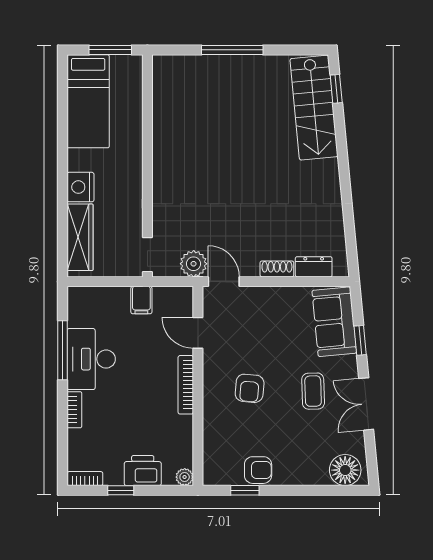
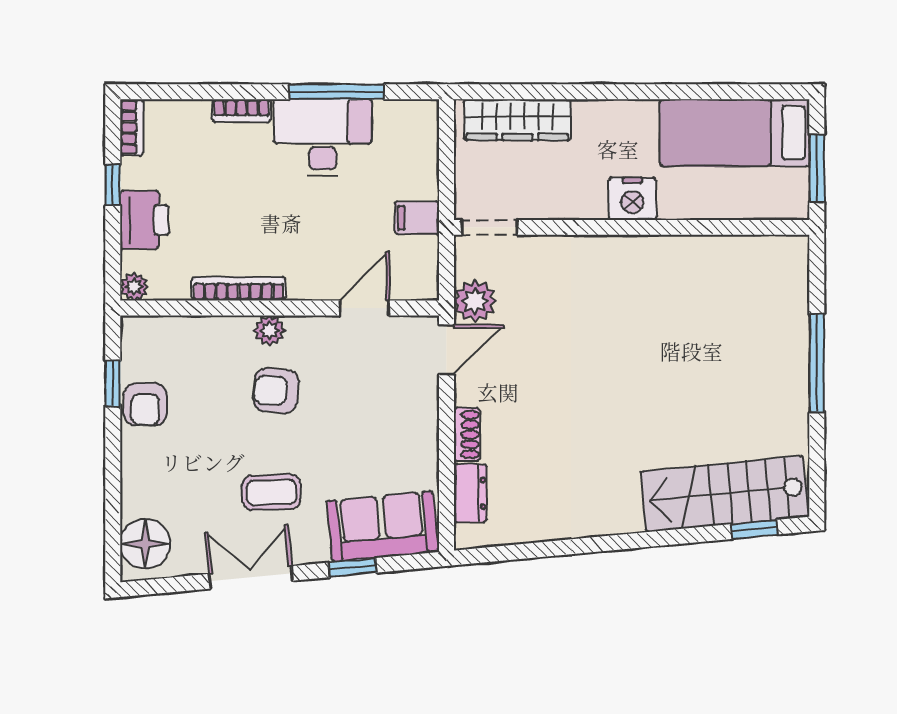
nightstand: (80, 187) -> (632, 199), moved, turned 180
bookcase: (186, 385) -> (239, 289), moved
plant: (212, 392) -> (270, 330), added

